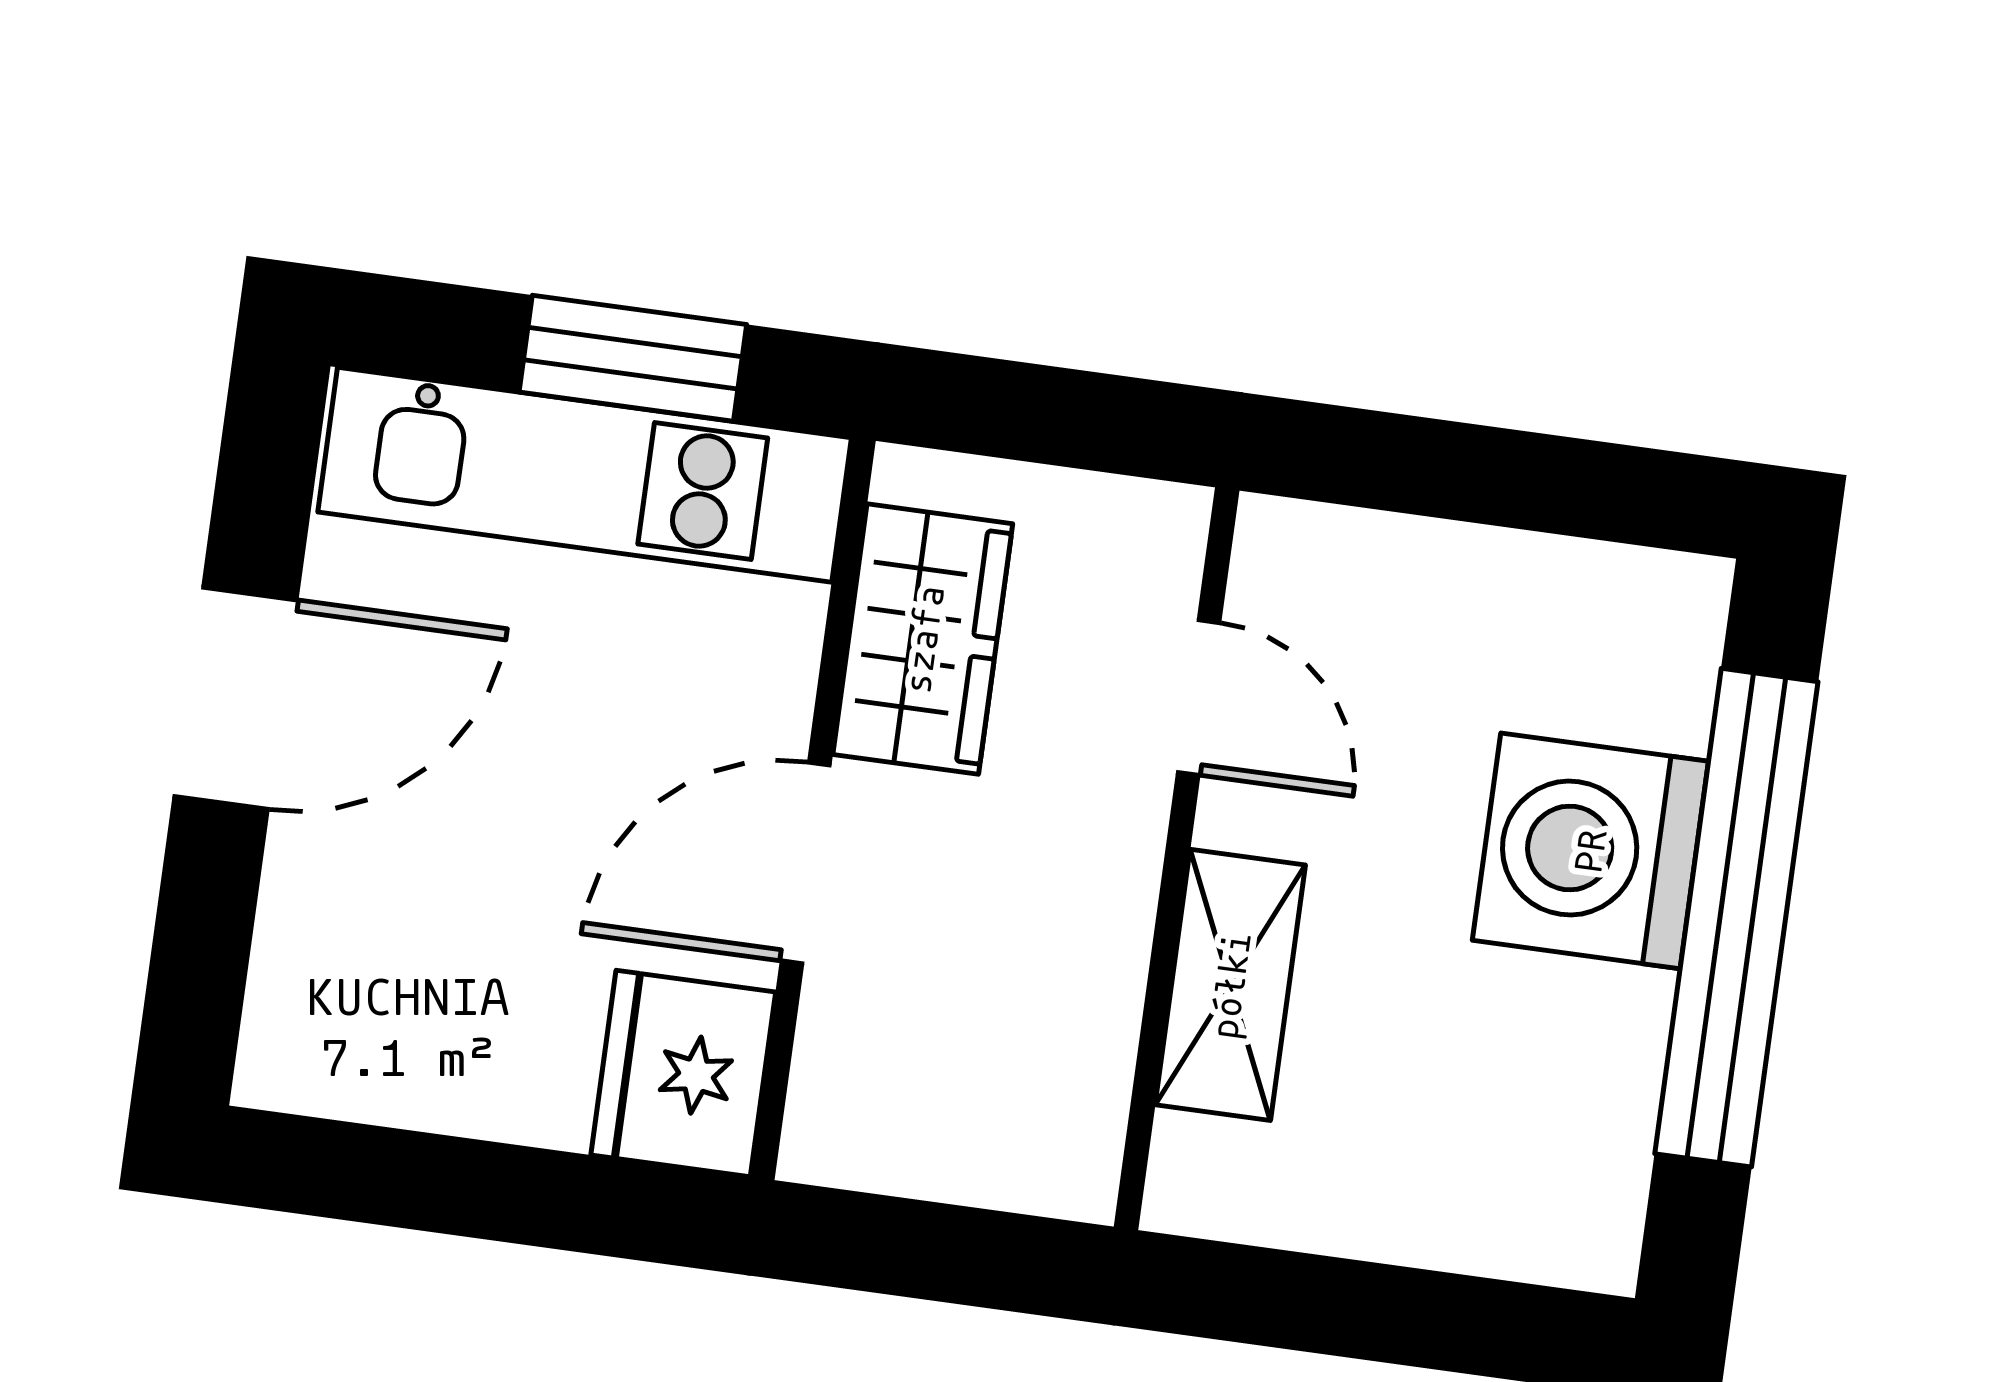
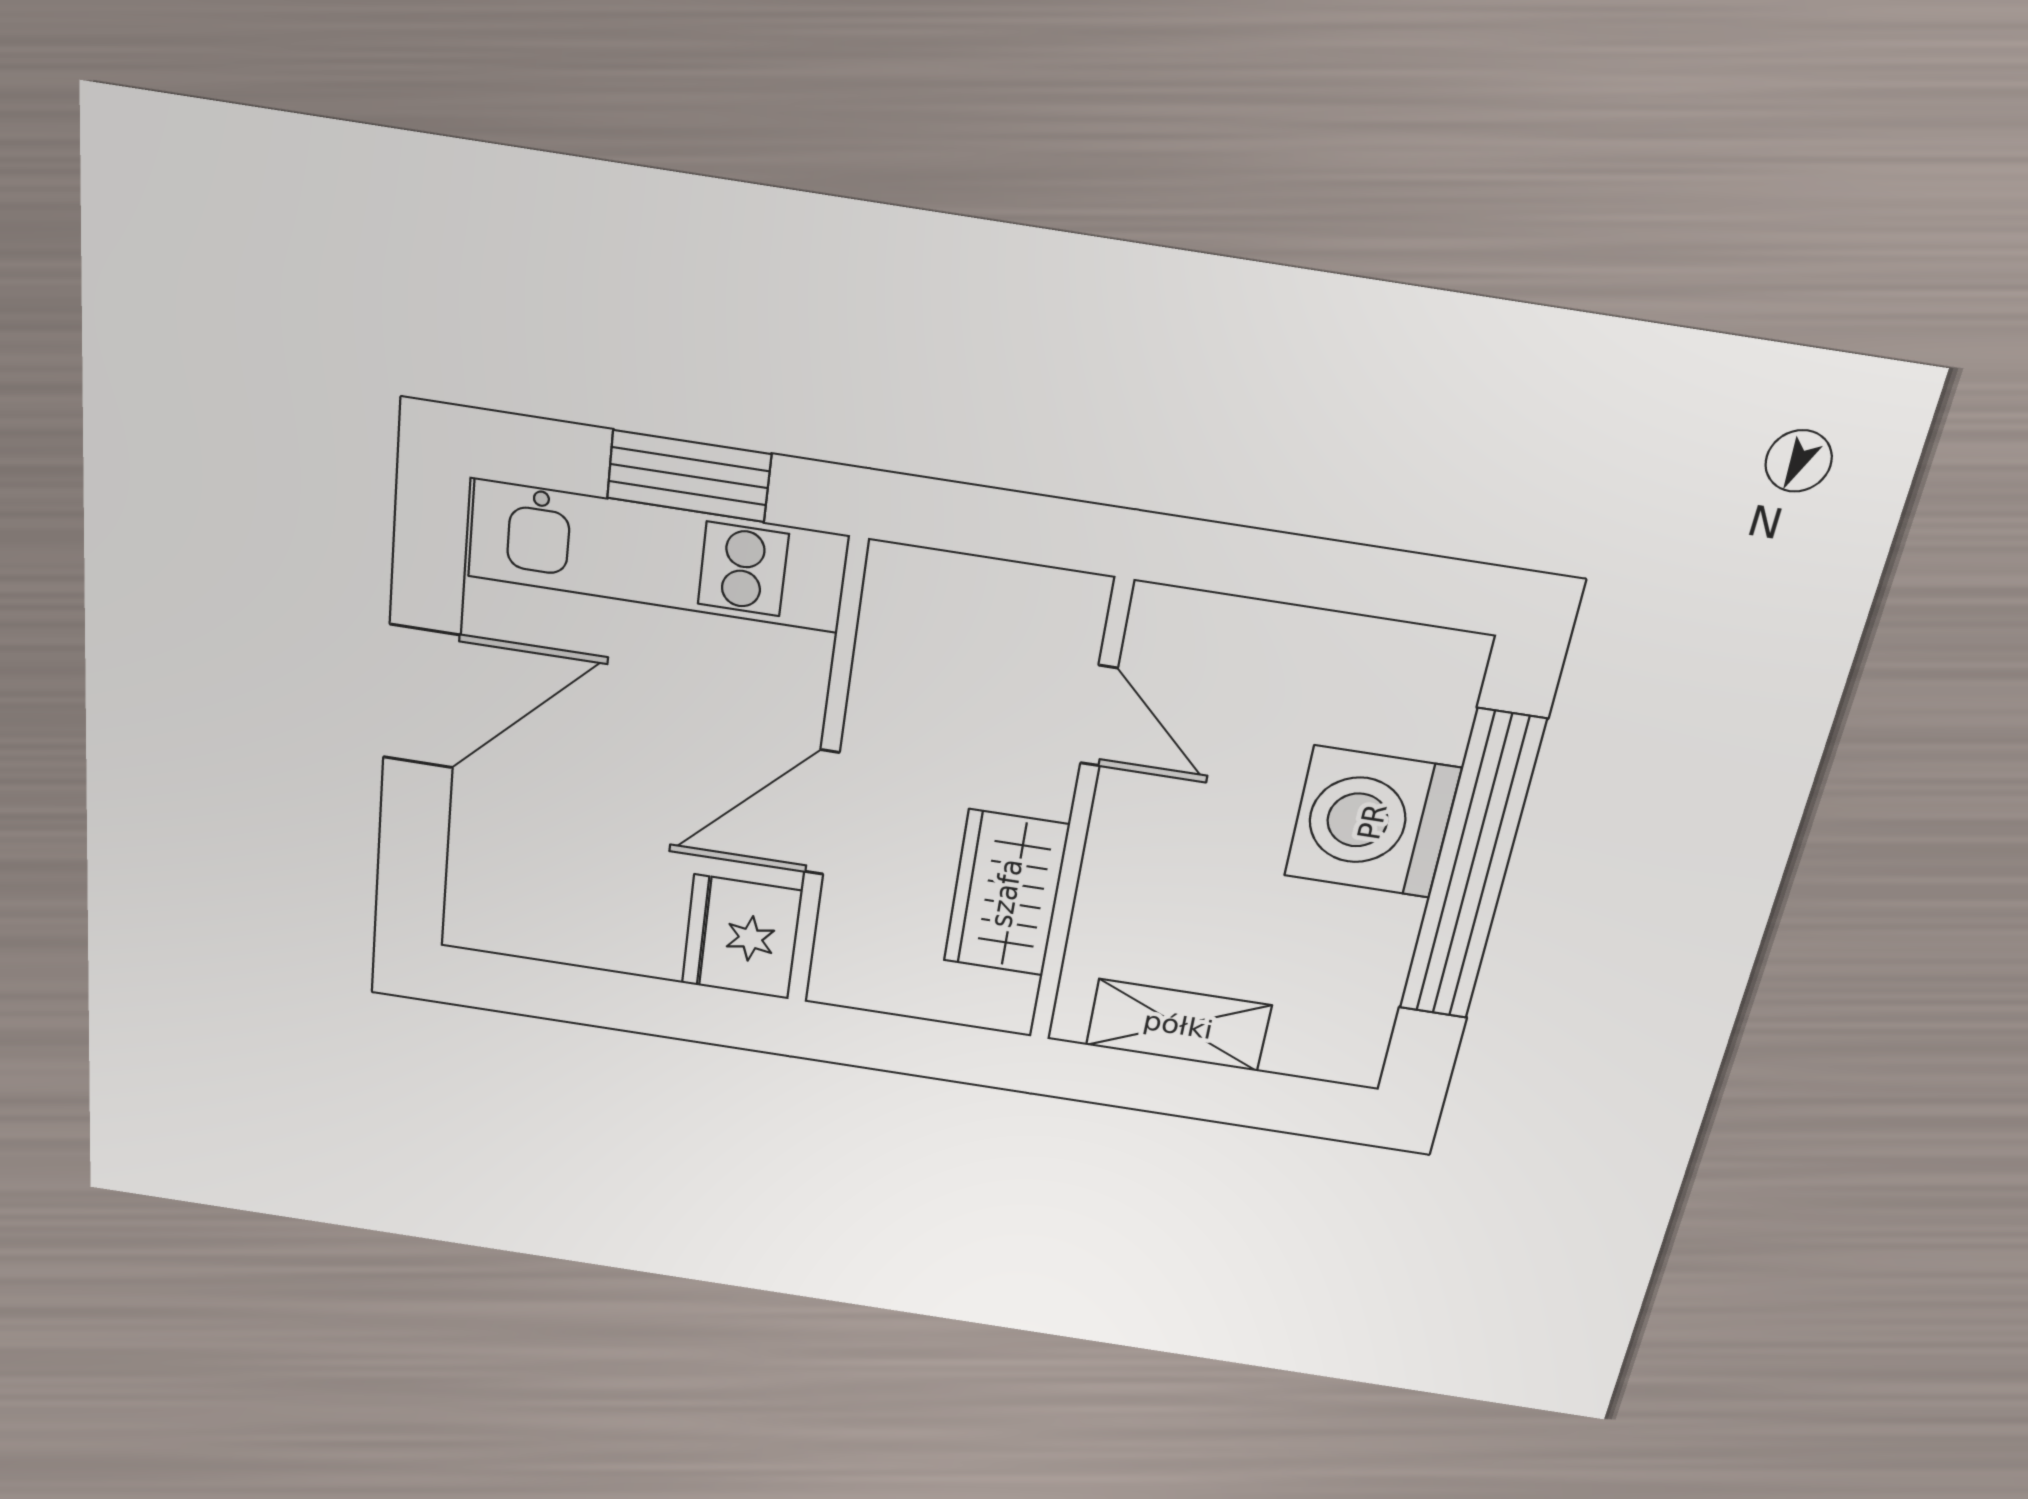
wardrobe: (923, 639) -> (1006, 893), moved, turned 180
shelving: (1230, 985) -> (1178, 1025), moved, turned 90

